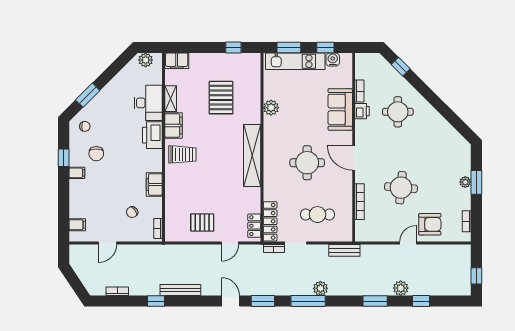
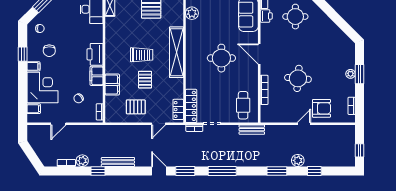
filing cabinet: (173, 126) -> (112, 85), moved
printer: (152, 135) -> (95, 54), moved
trolley: (182, 154) -> (142, 55), moved
pallet: (214, 189) -> (145, 80), added
corner desk: (88, 199) -> (42, 87), added
cafe table: (318, 215) -> (243, 105), moved, turned 90
plant: (320, 288) -> (82, 161), moved

